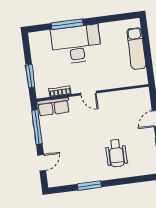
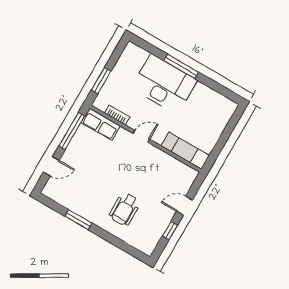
window: (67, 24) -> (181, 66), moved
exam couch: (136, 49) -> (185, 151), moved, turned 90
door: (88, 93) -> (141, 136), swing flipped

